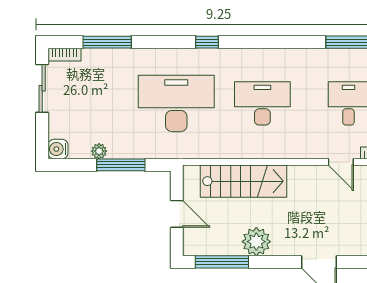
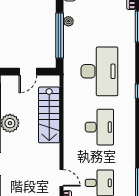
door: (341, 162) -> (62, 178), swing flipped
window: (121, 165) -> (60, 35), width x1.46

